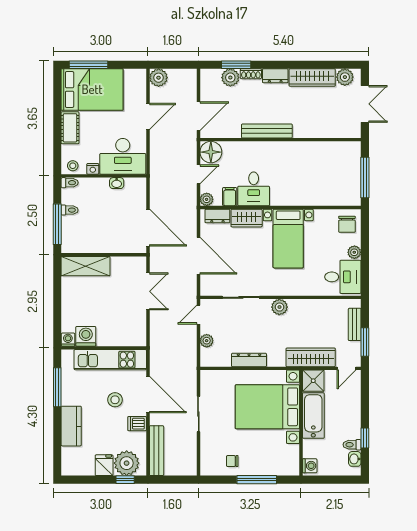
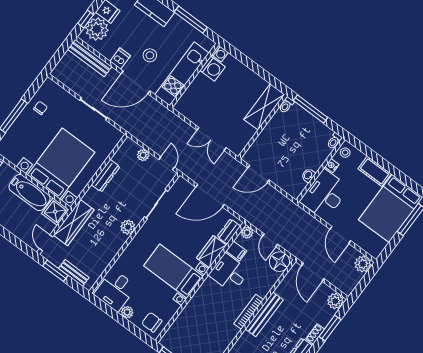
plant: (230, 78) -> (335, 301), moved
bookcase: (275, 146) -> (249, 312), added
toilet: (70, 210) -> (286, 105), moved
door: (148, 228) -> (258, 174), width x0.73

